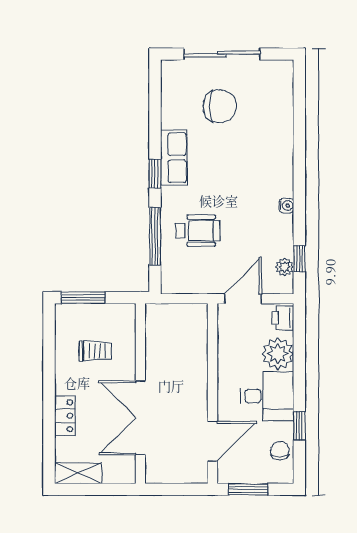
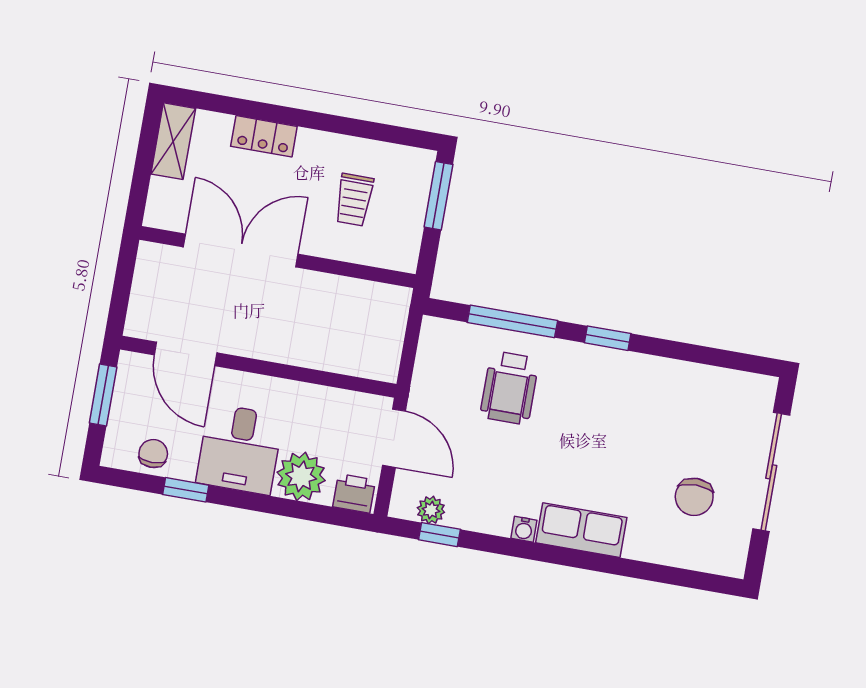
chair: (220, 106) -> (694, 497), moved, width x0.73, depth x0.73
row of seats: (174, 158) -> (581, 530), moved, turned 180
chair: (280, 451) -> (153, 454), turned -90

